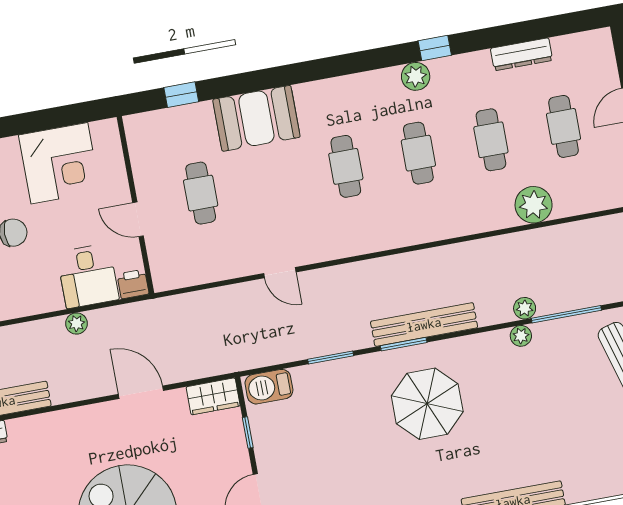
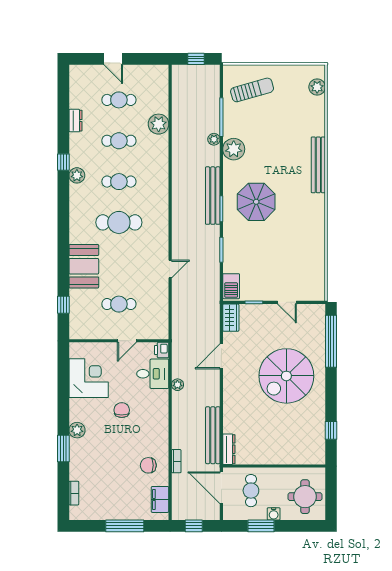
dresser: (522, 54) -> (75, 121), width x0.70
cafe table: (346, 166) -> (119, 222), width x1.37, depth x1.35
plant: (521, 336) -> (234, 149), width x1.87, depth x1.87

